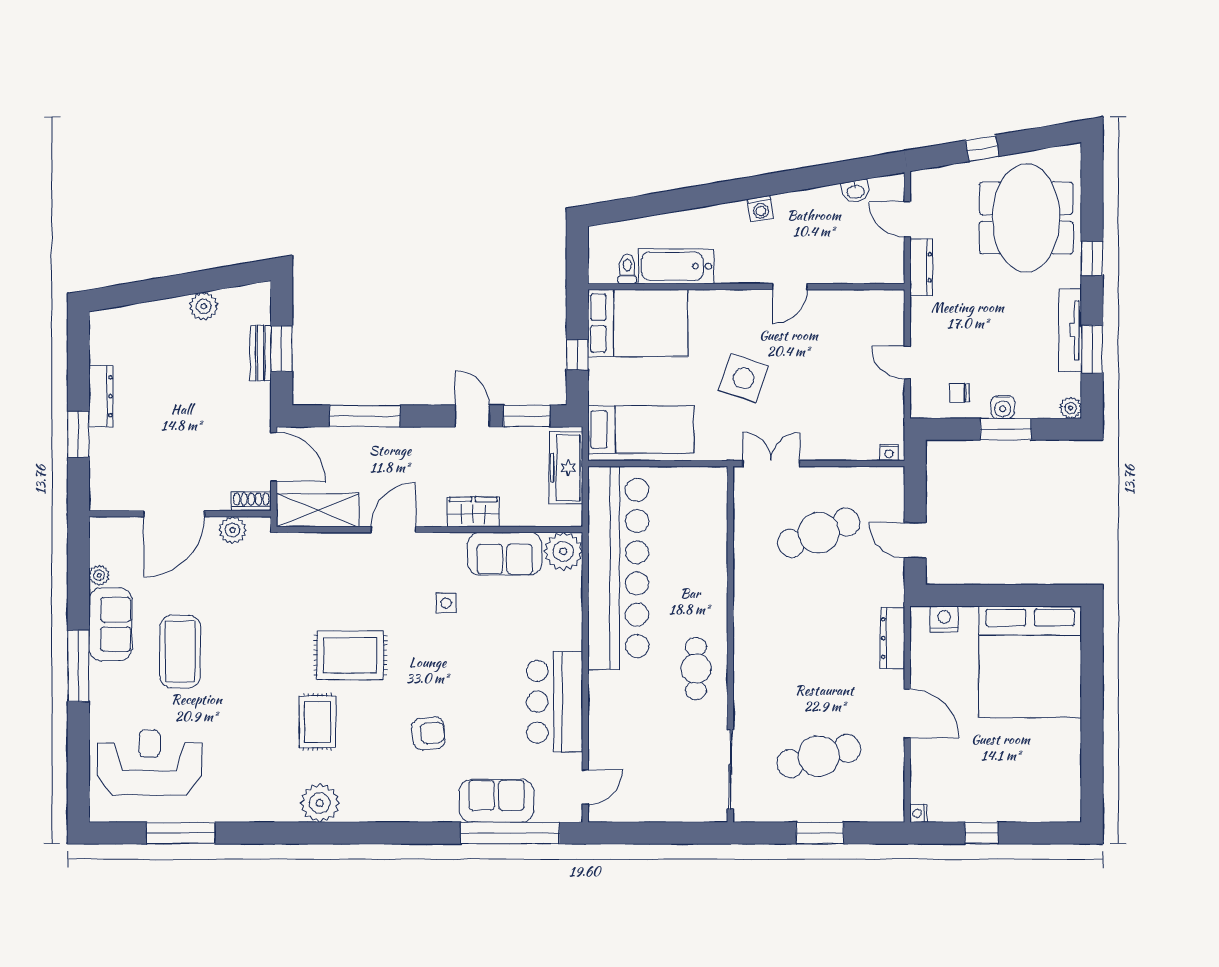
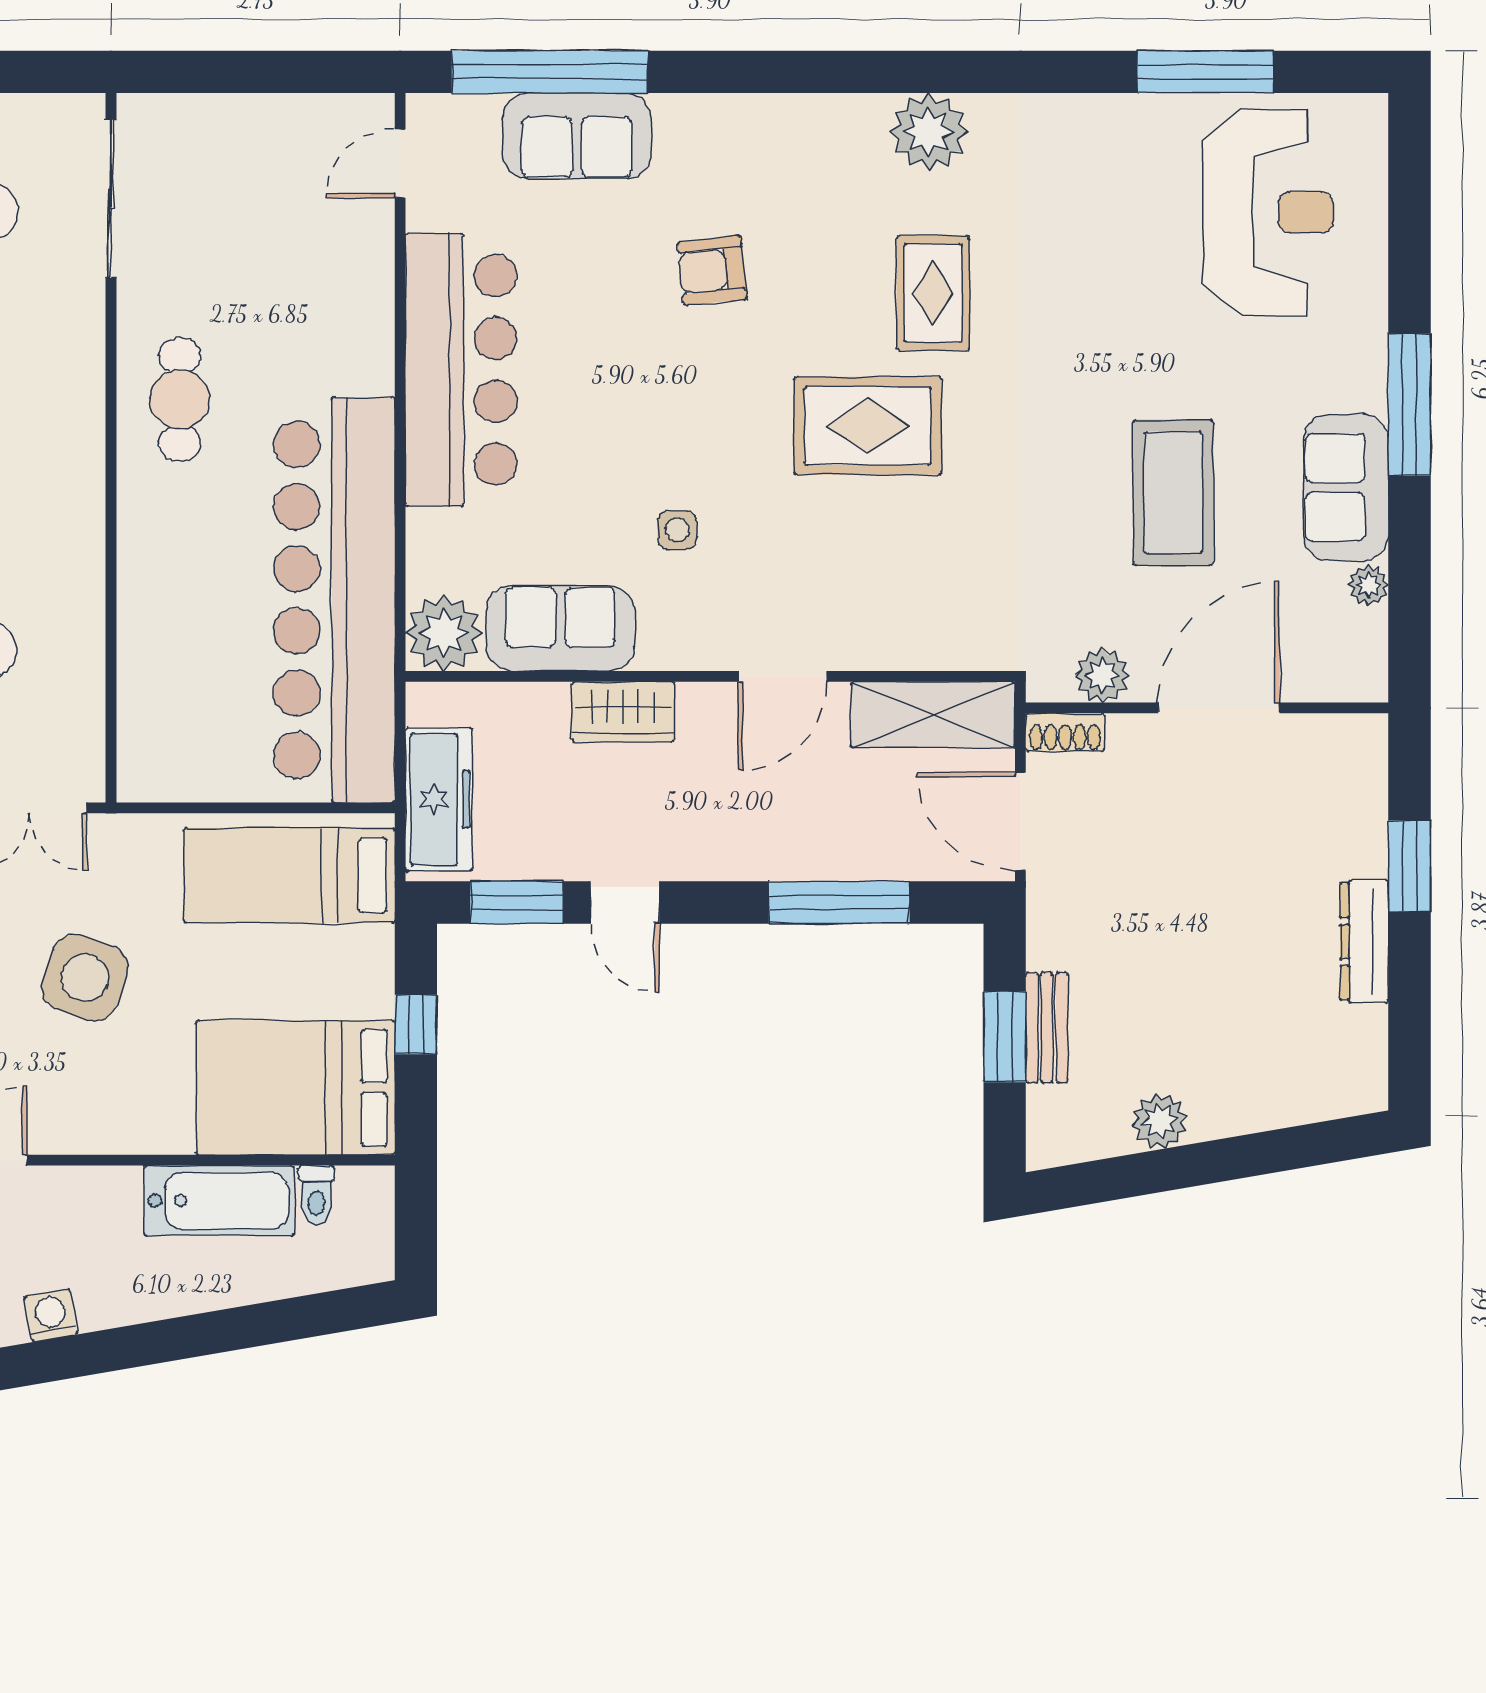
coffee table: (180, 651) -> (1173, 492), moved
bar counter: (555, 702) -> (461, 370), width x1.36
reception desk: (149, 762) -> (1268, 212), turned -90

